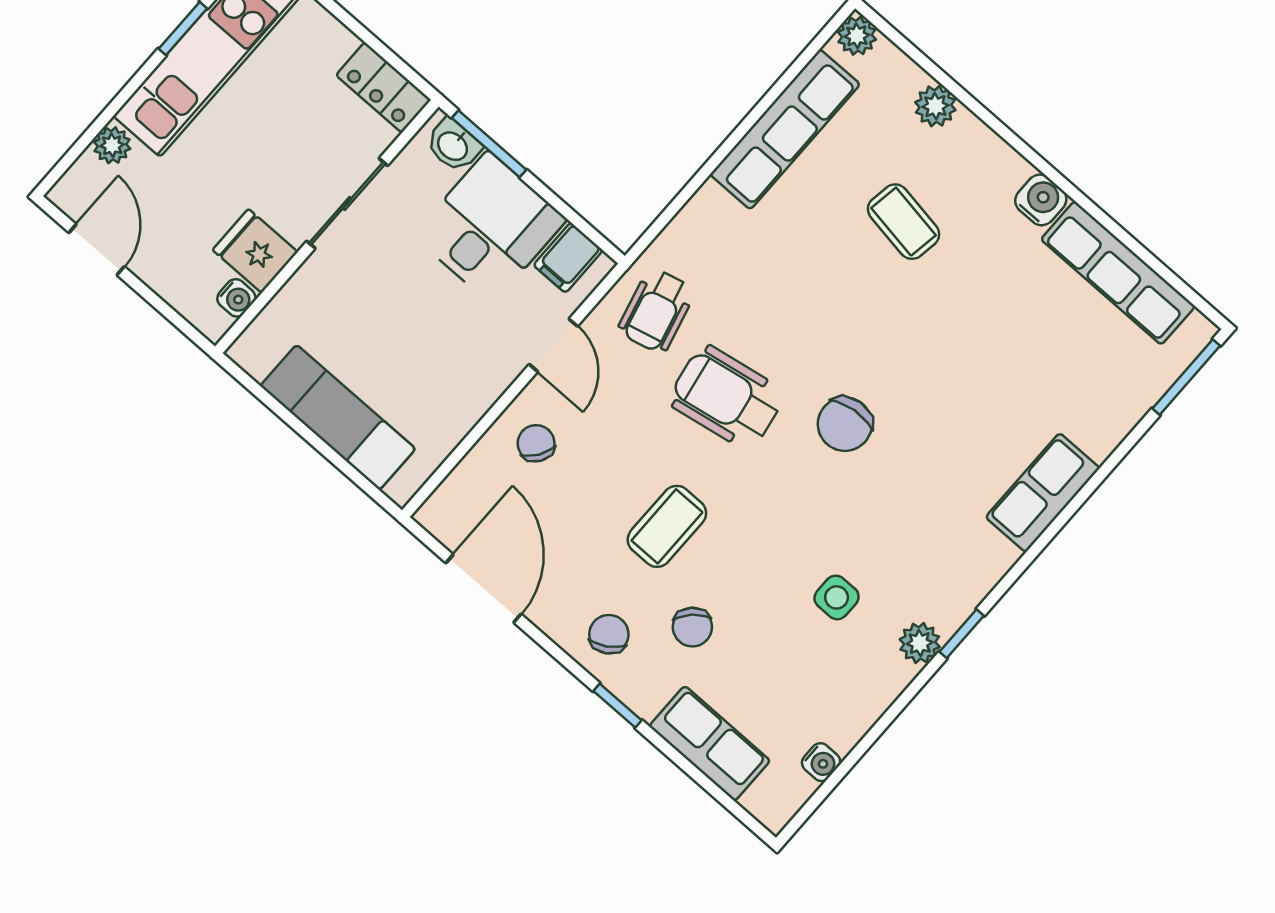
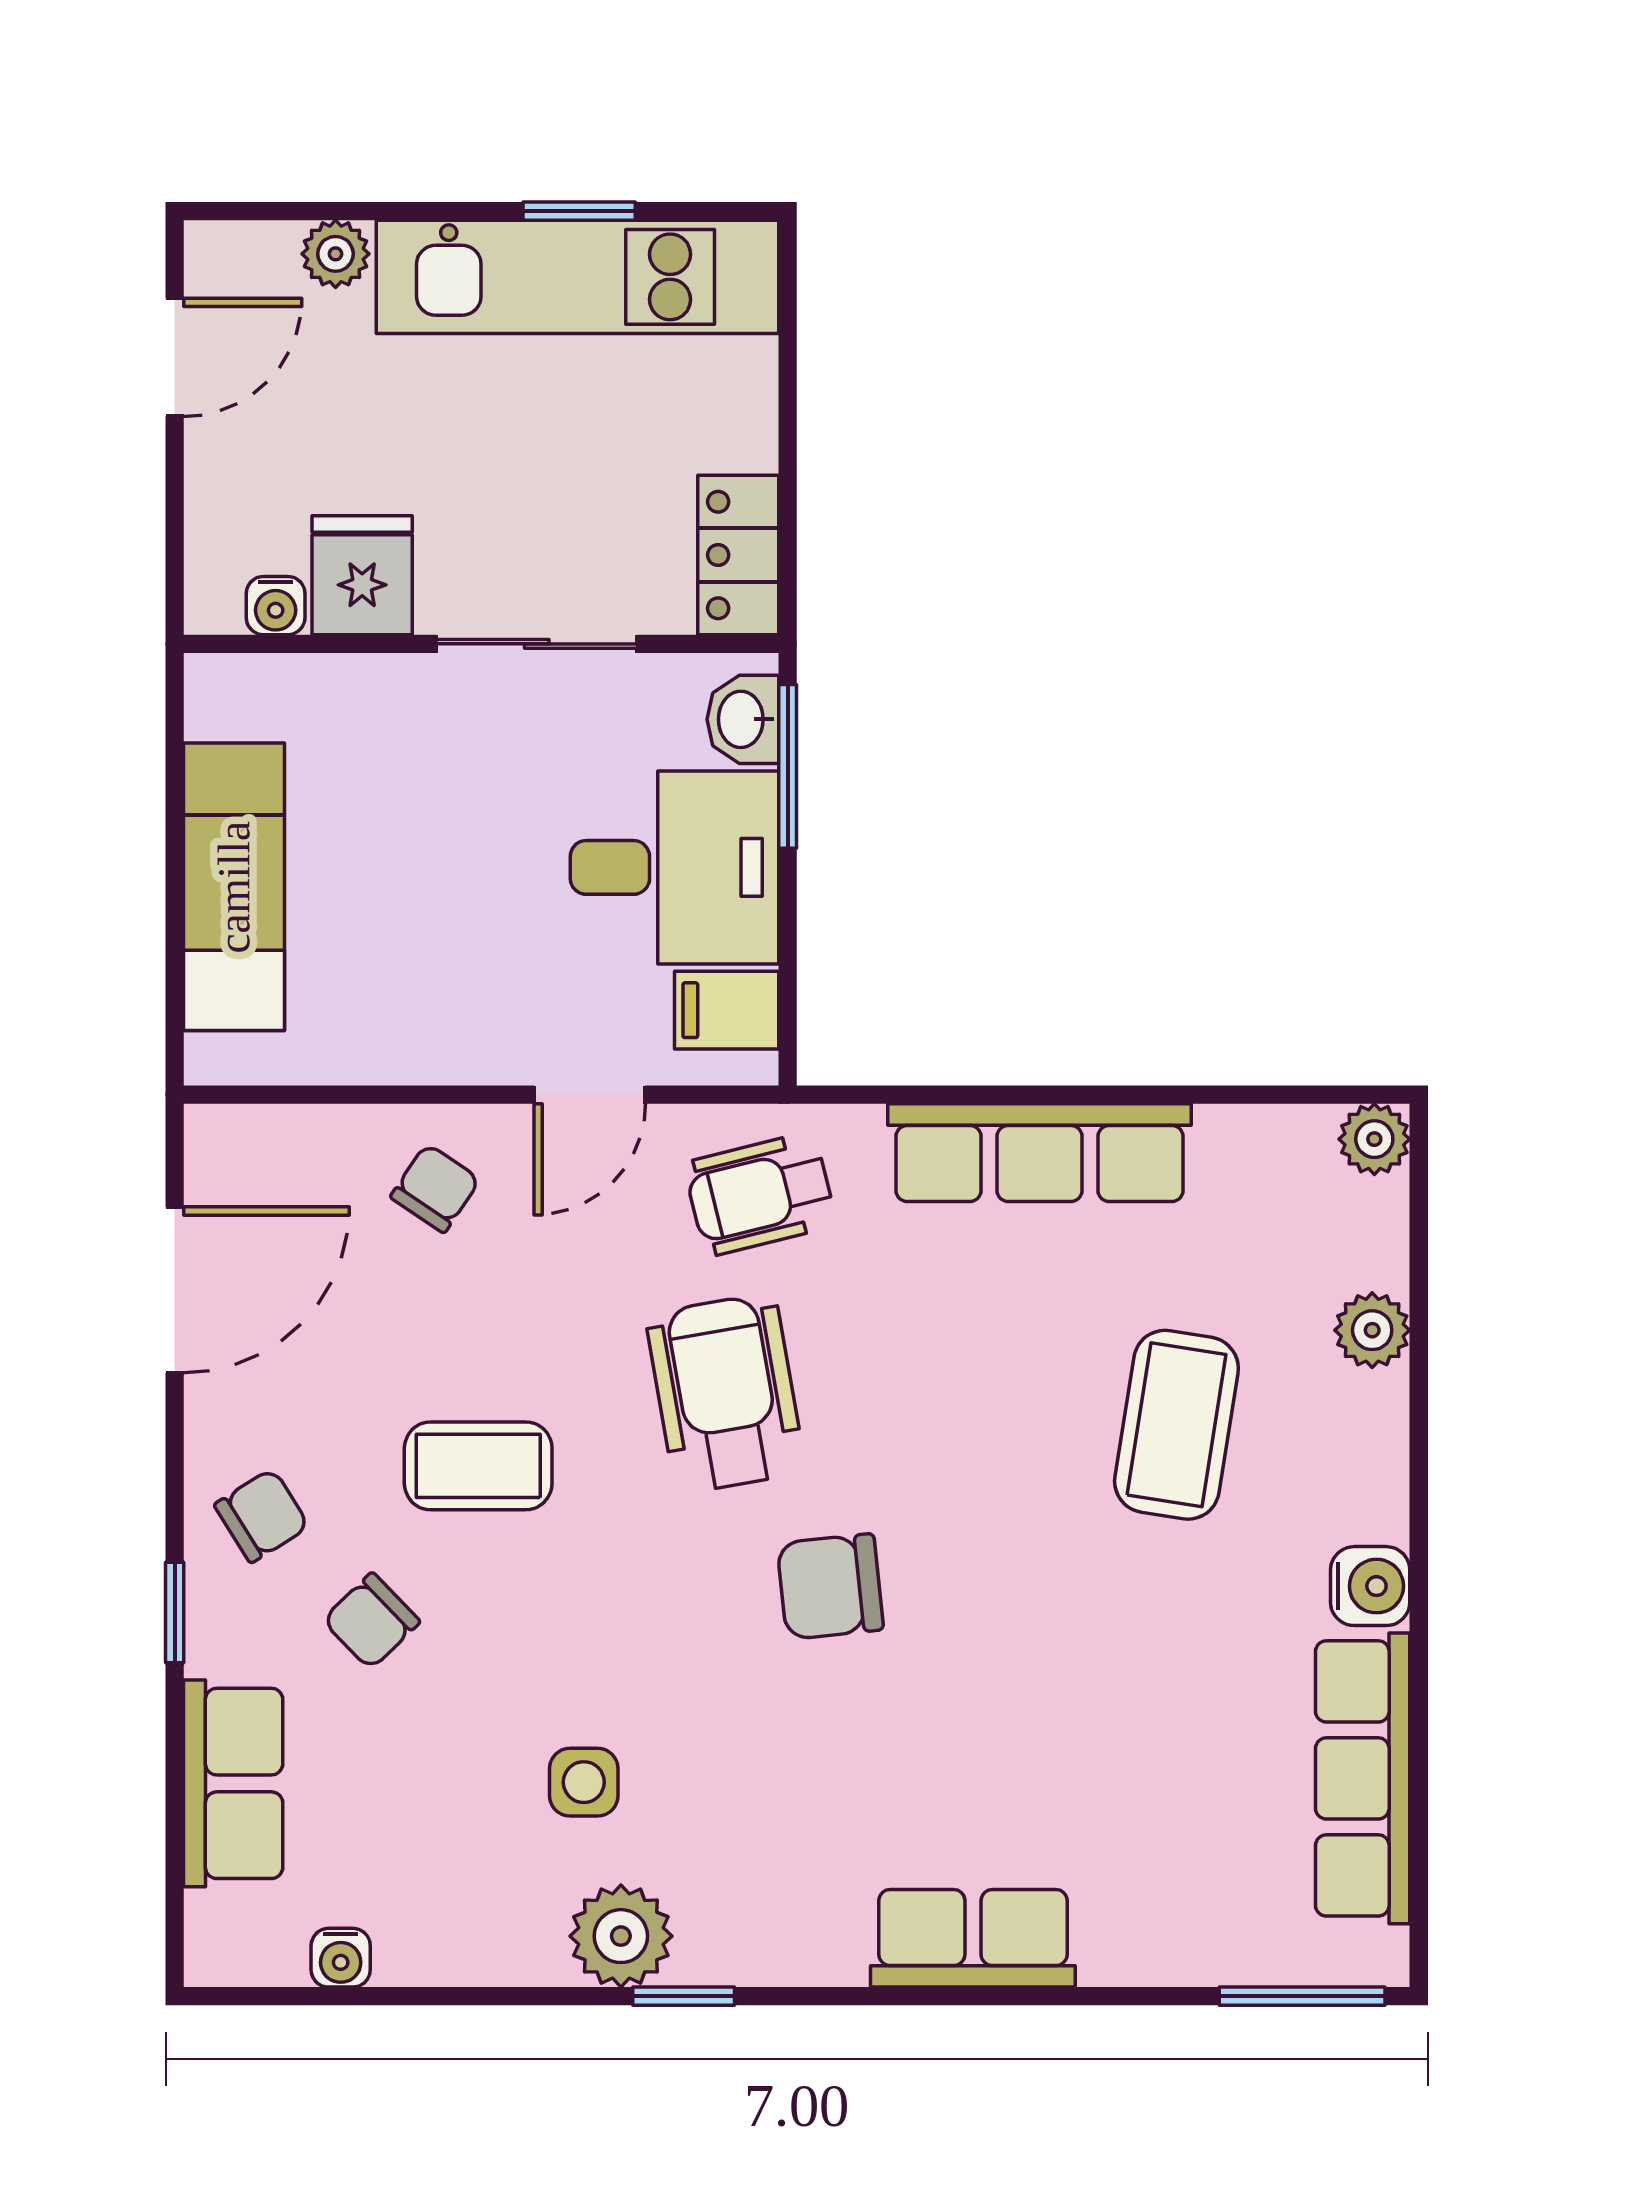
row of seats: (785, 129) -> (1039, 1153), moved
coffee table: (904, 222) -> (1176, 1425), width x1.36, depth x1.30
plant: (920, 643) -> (621, 1936), width x1.38, depth x1.38

